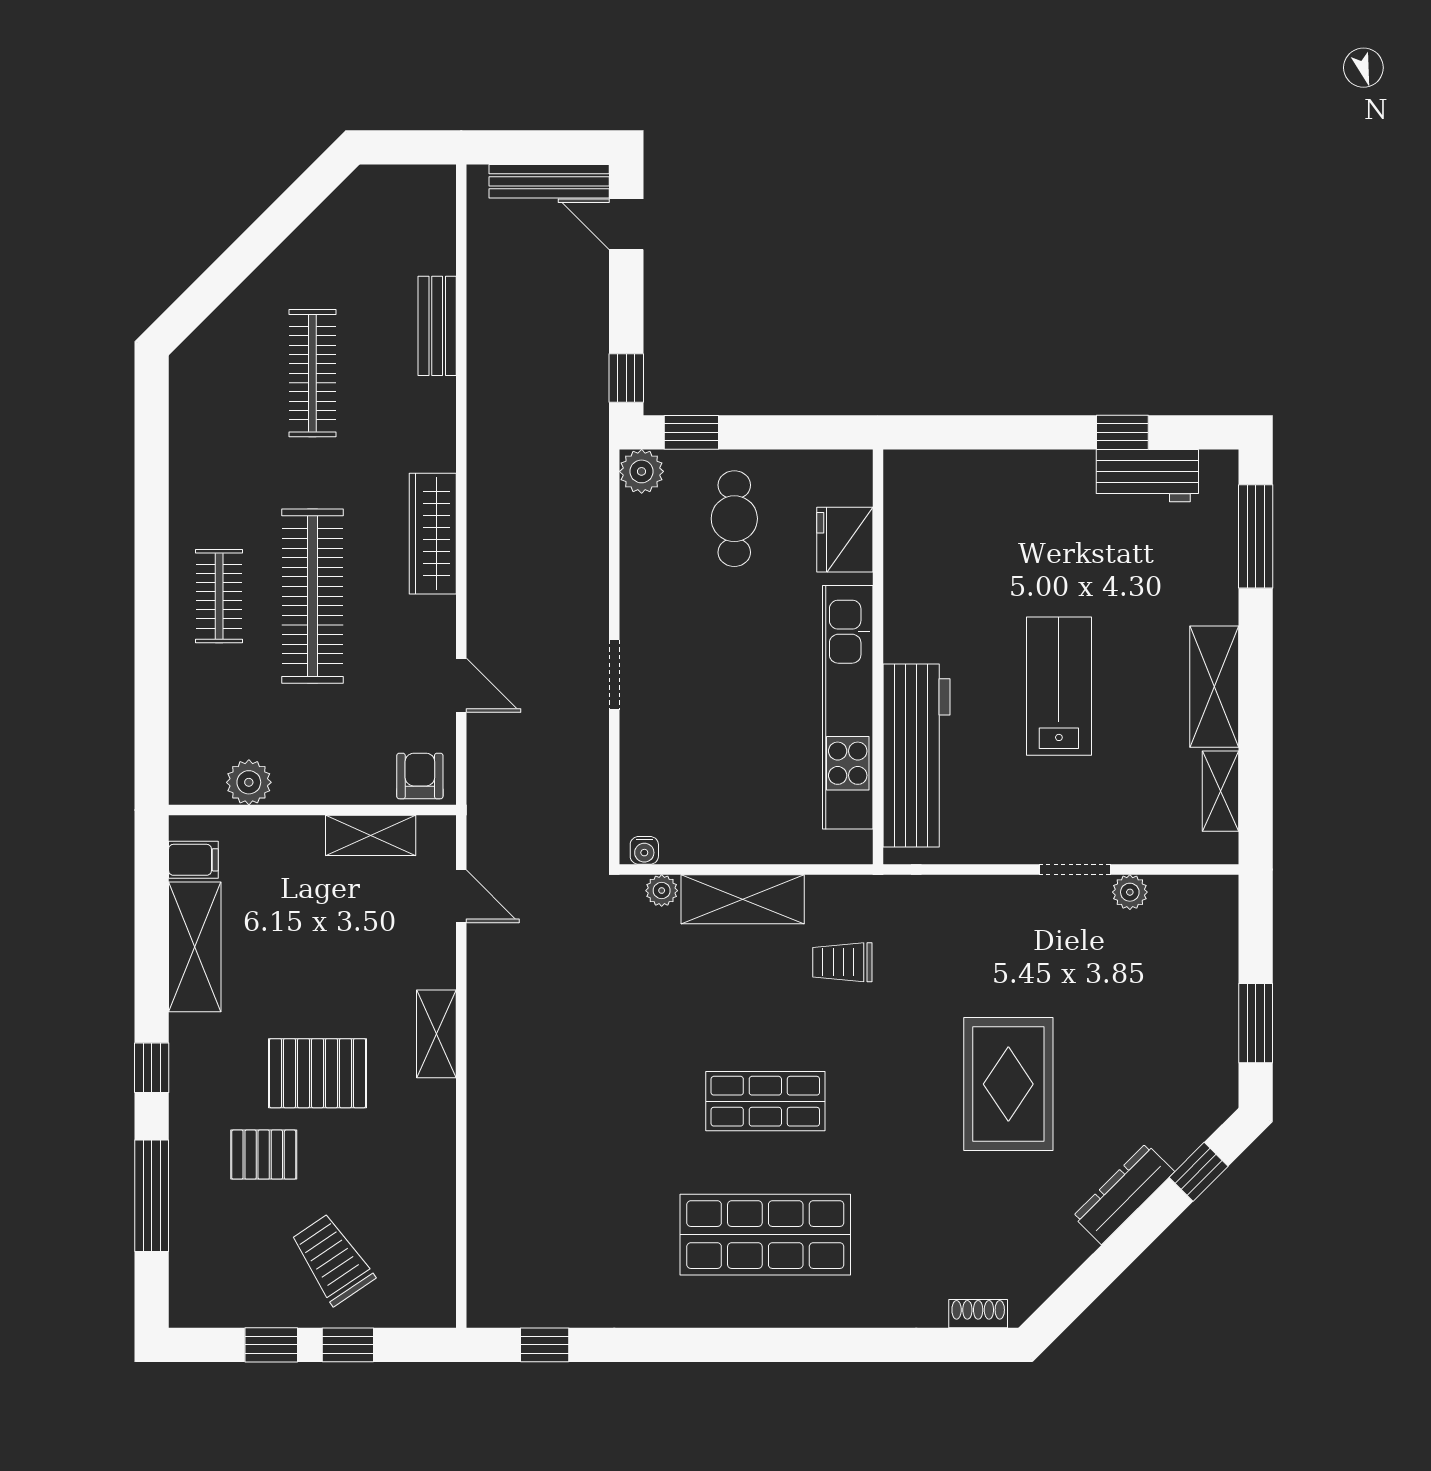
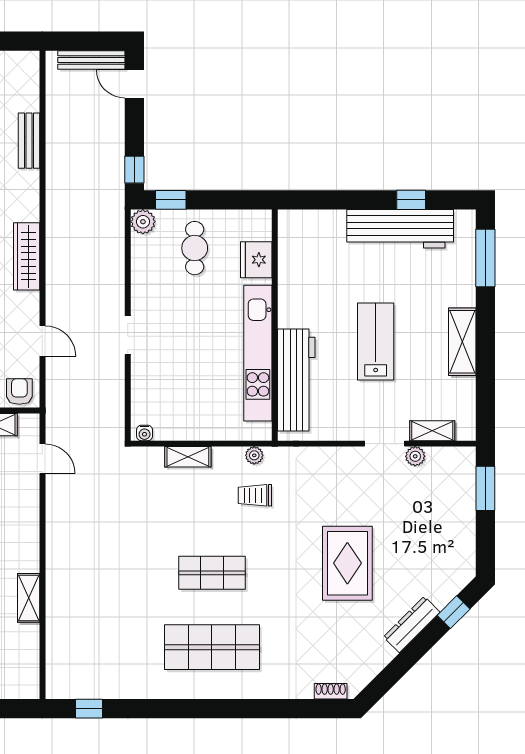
workbench: (1147, 476) -> (400, 229), width x1.88, depth x1.32
shelving: (1220, 791) -> (432, 431), moved, turned 90
plant: (662, 891) -> (254, 455), moved
shelving: (743, 899) -> (188, 457), width x0.67, depth x0.75
window: (1256, 1023) -> (485, 488), moved
shelving: (436, 1034) -> (29, 598), moved

